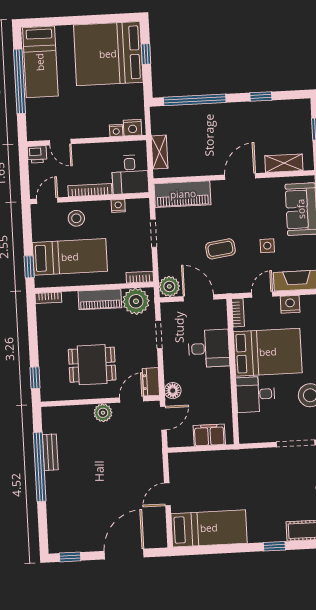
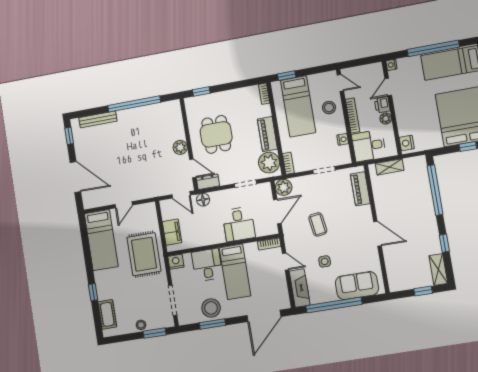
nightstand: (116, 130) -> (391, 65), moved
plant: (99, 150) -> (386, 118), added
printer: (37, 154) -> (382, 105), moved
shelving: (284, 163) -> (438, 270), moved
piano: (183, 194) -> (360, 189), width x0.73, depth x0.75
nightstand: (290, 304) -> (176, 262), moved, turned -90
bed: (268, 352) -> (235, 272), width x0.67
bench: (50, 452) -> (98, 119), moved, width x1.36
rug: (233, 474) -> (144, 254), added
door: (167, 494) -> (124, 205), swing flipped

